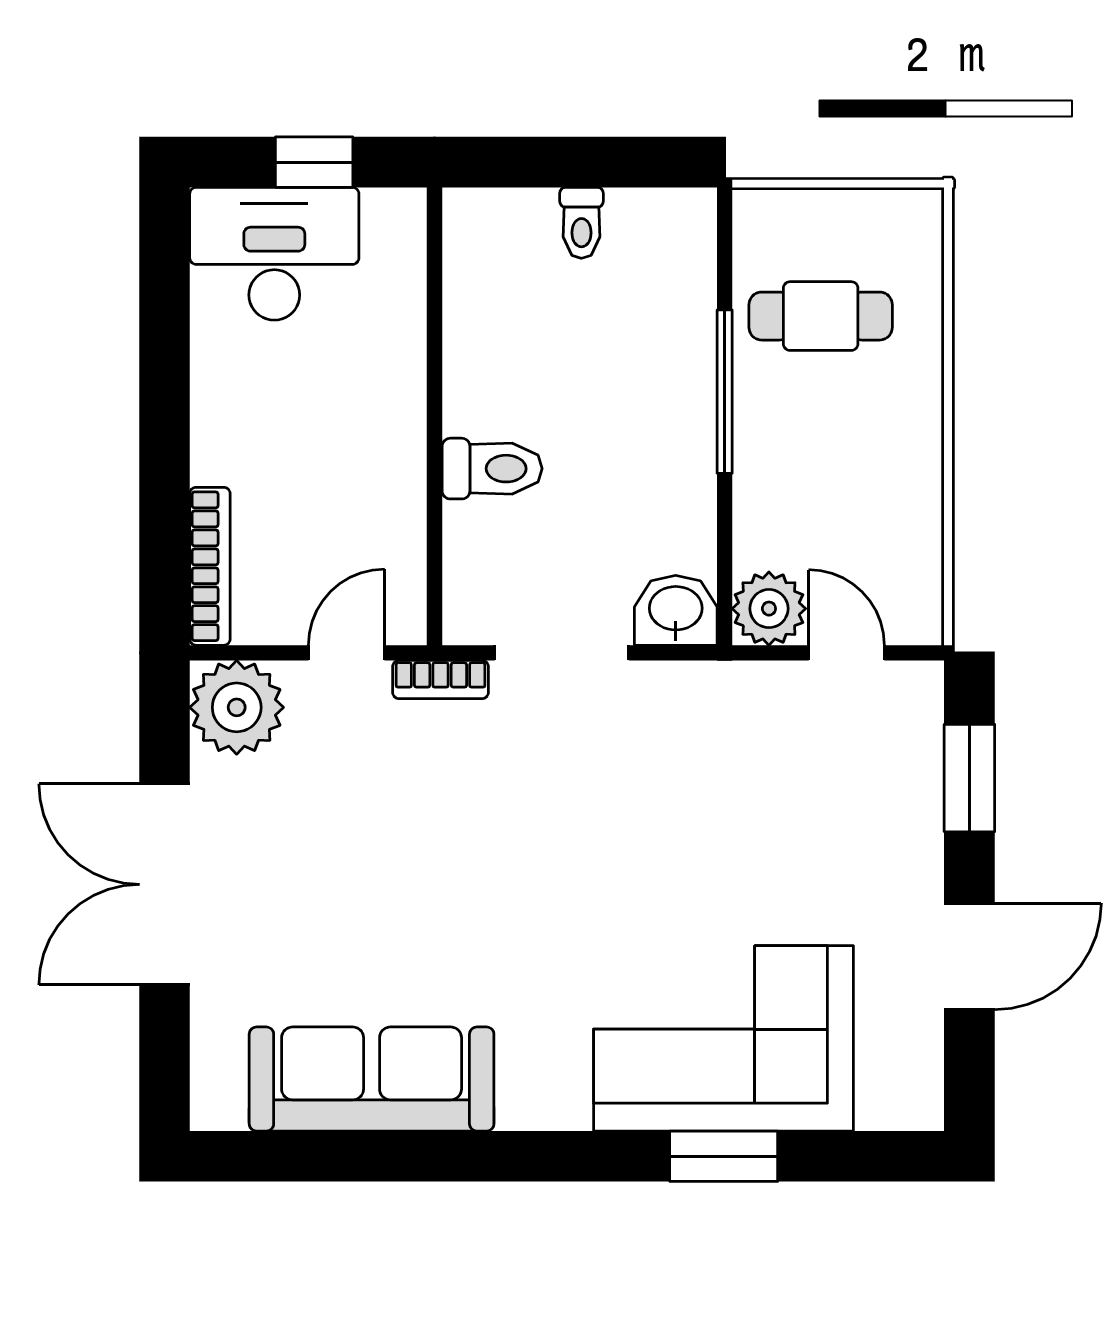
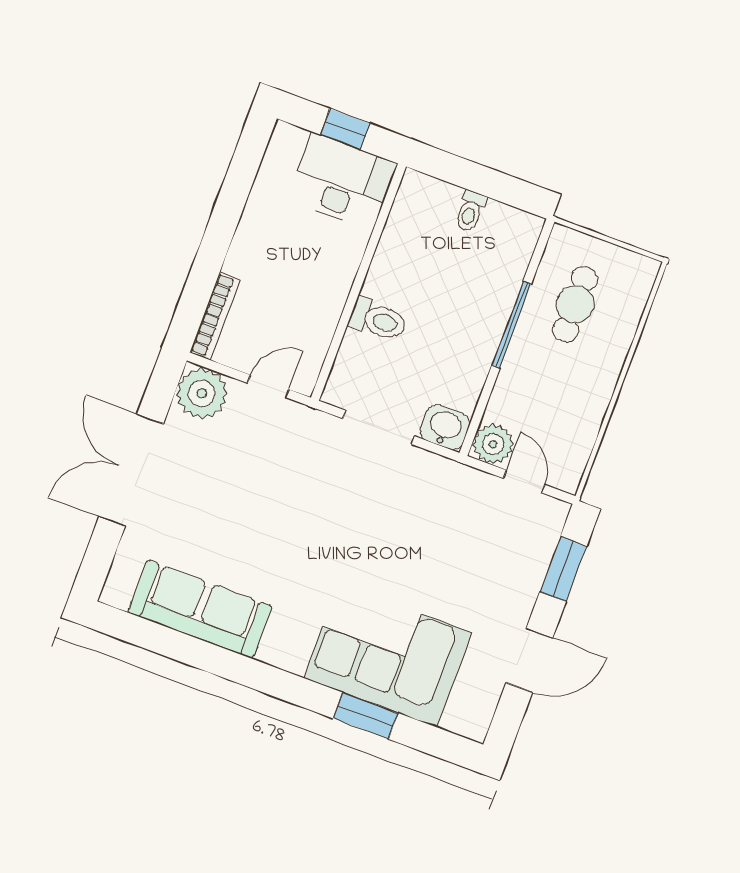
desk: (274, 254) -> (342, 181), moved
cafe table: (821, 316) -> (575, 304), turned 90
bookcase: (441, 680) -> (311, 418), removed

